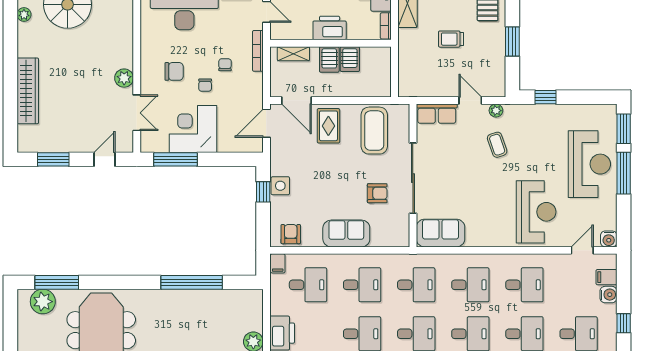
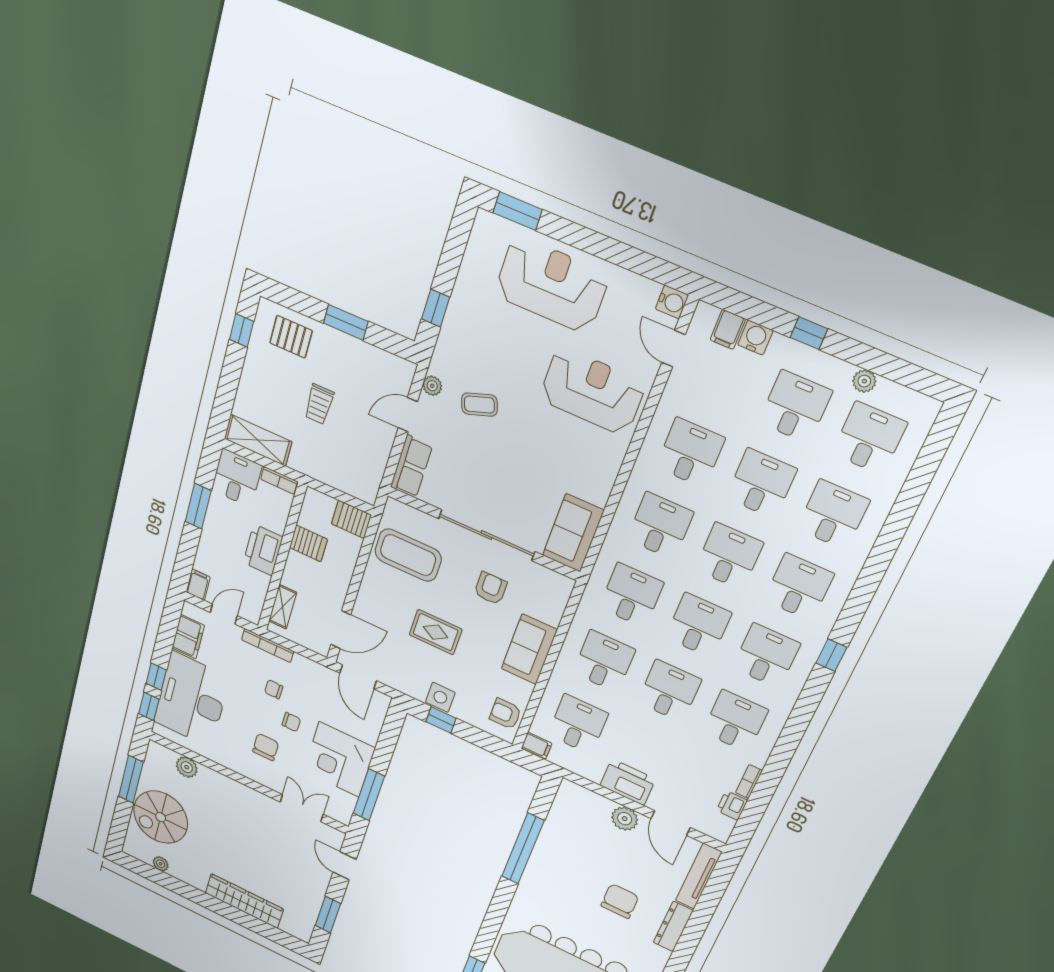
server rack: (329, 59) -> (351, 519), moved, turned 180
plant: (124, 78) -> (187, 767), moved
rug: (328, 126) -> (436, 632), moved
window: (624, 173) -> (583, 238), removed

